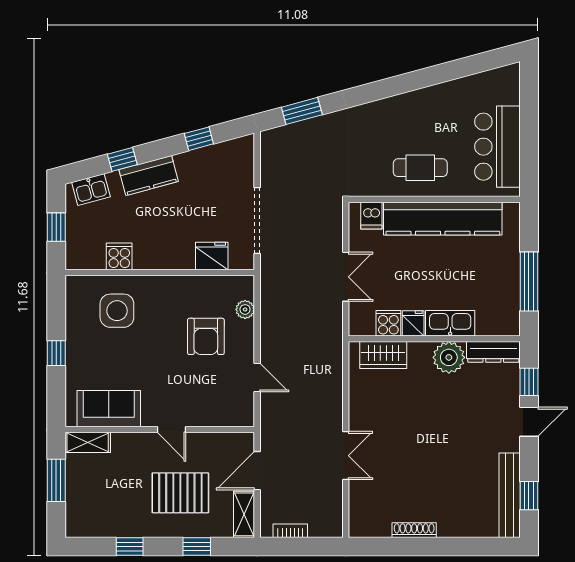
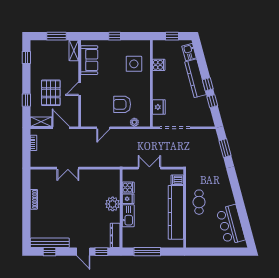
bar counter: (497, 147) -> (231, 225), moved, turned -105
window: (122, 159) -> (208, 84), moved
kitchen counter: (149, 175) -> (195, 78), width x1.50
double door: (346, 277) -> (149, 168), swing flipped
wardrobe: (383, 355) -> (114, 185), removed
plant: (449, 357) -> (113, 204), moved
window: (130, 546) -> (26, 58), moved

